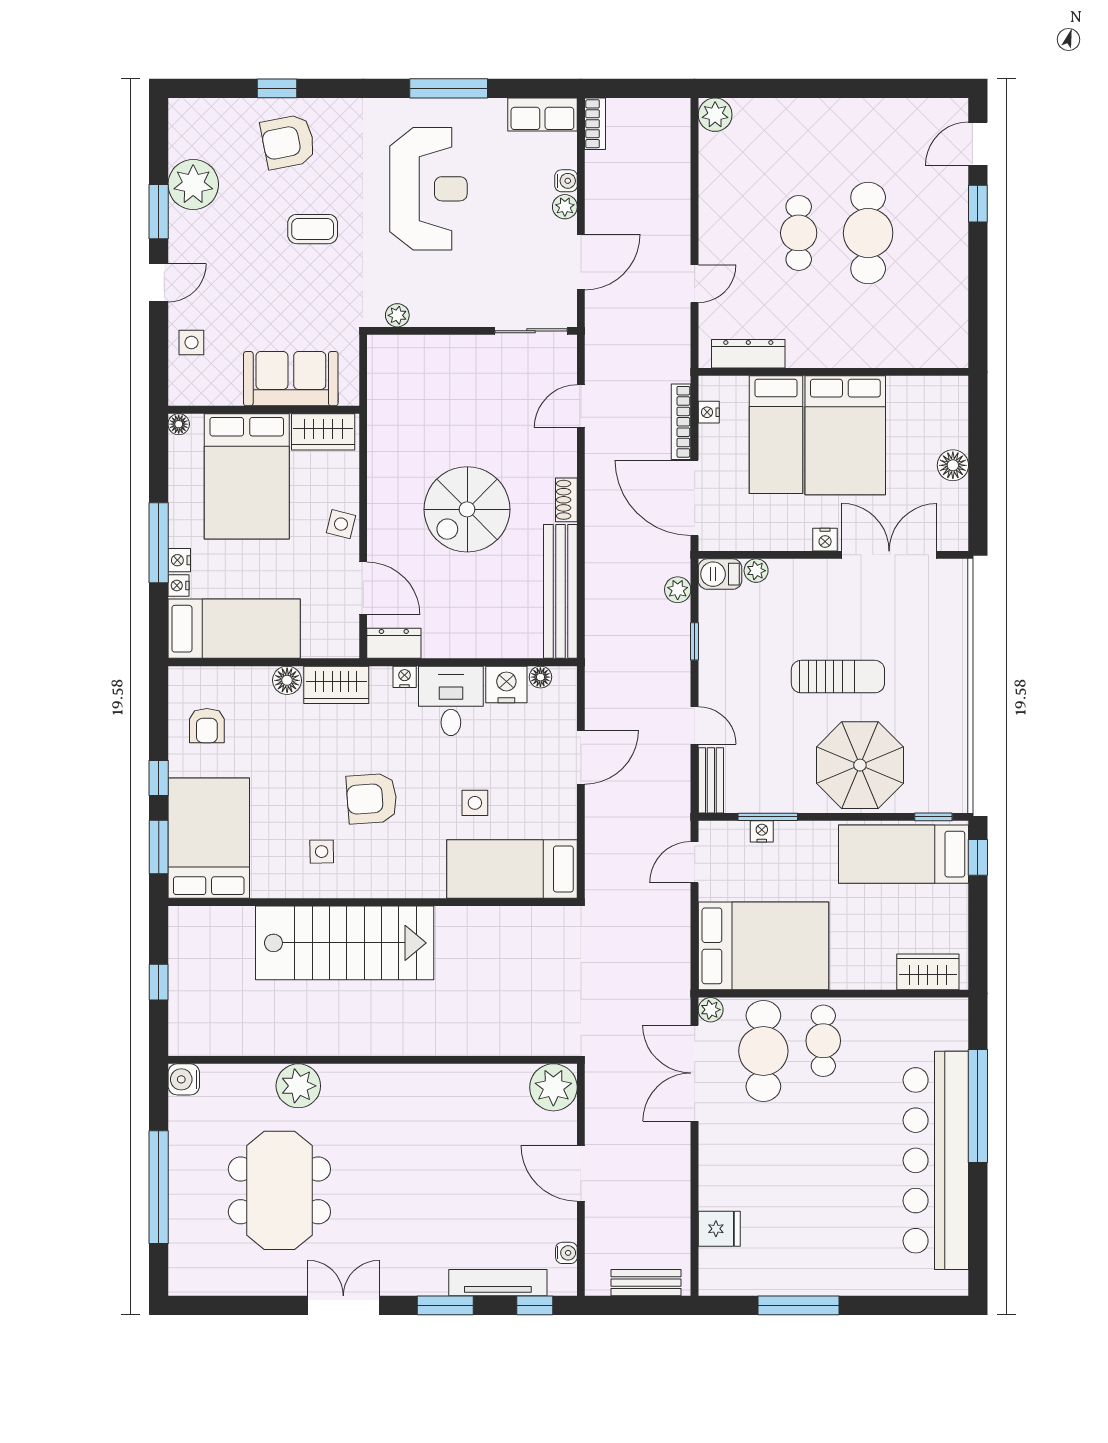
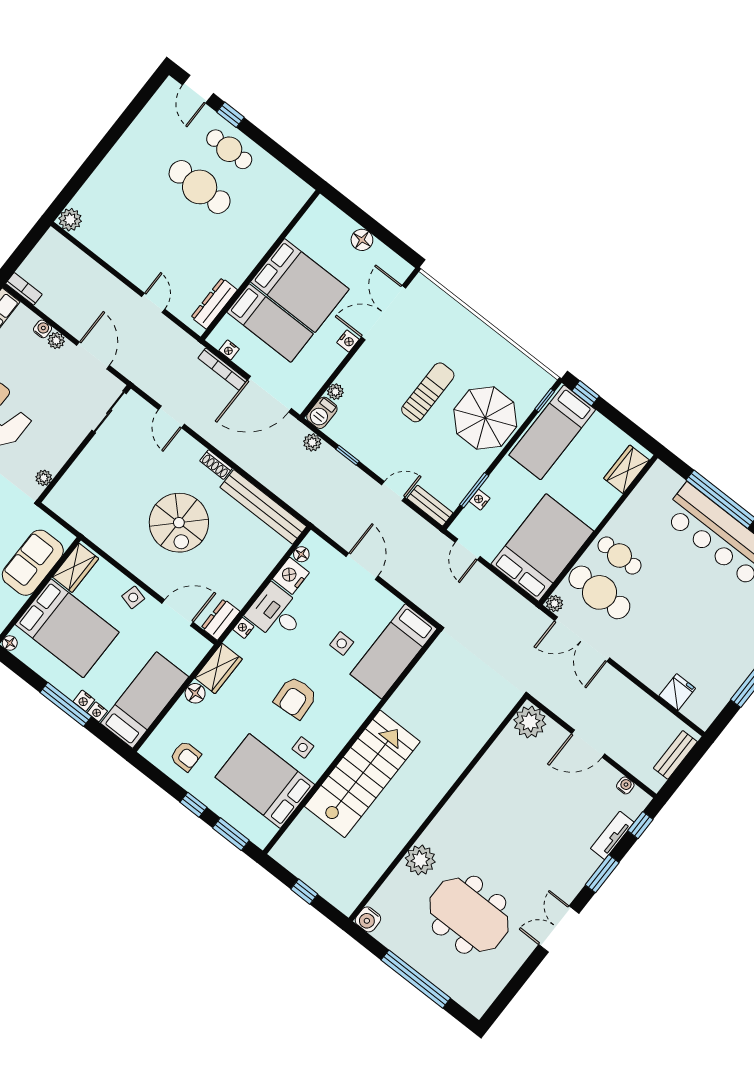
cafe table: (799, 233) -> (229, 149), moved
bed: (209, 838) -> (265, 781), moved
tv unit: (498, 1283) -> (612, 835), width x0.71

